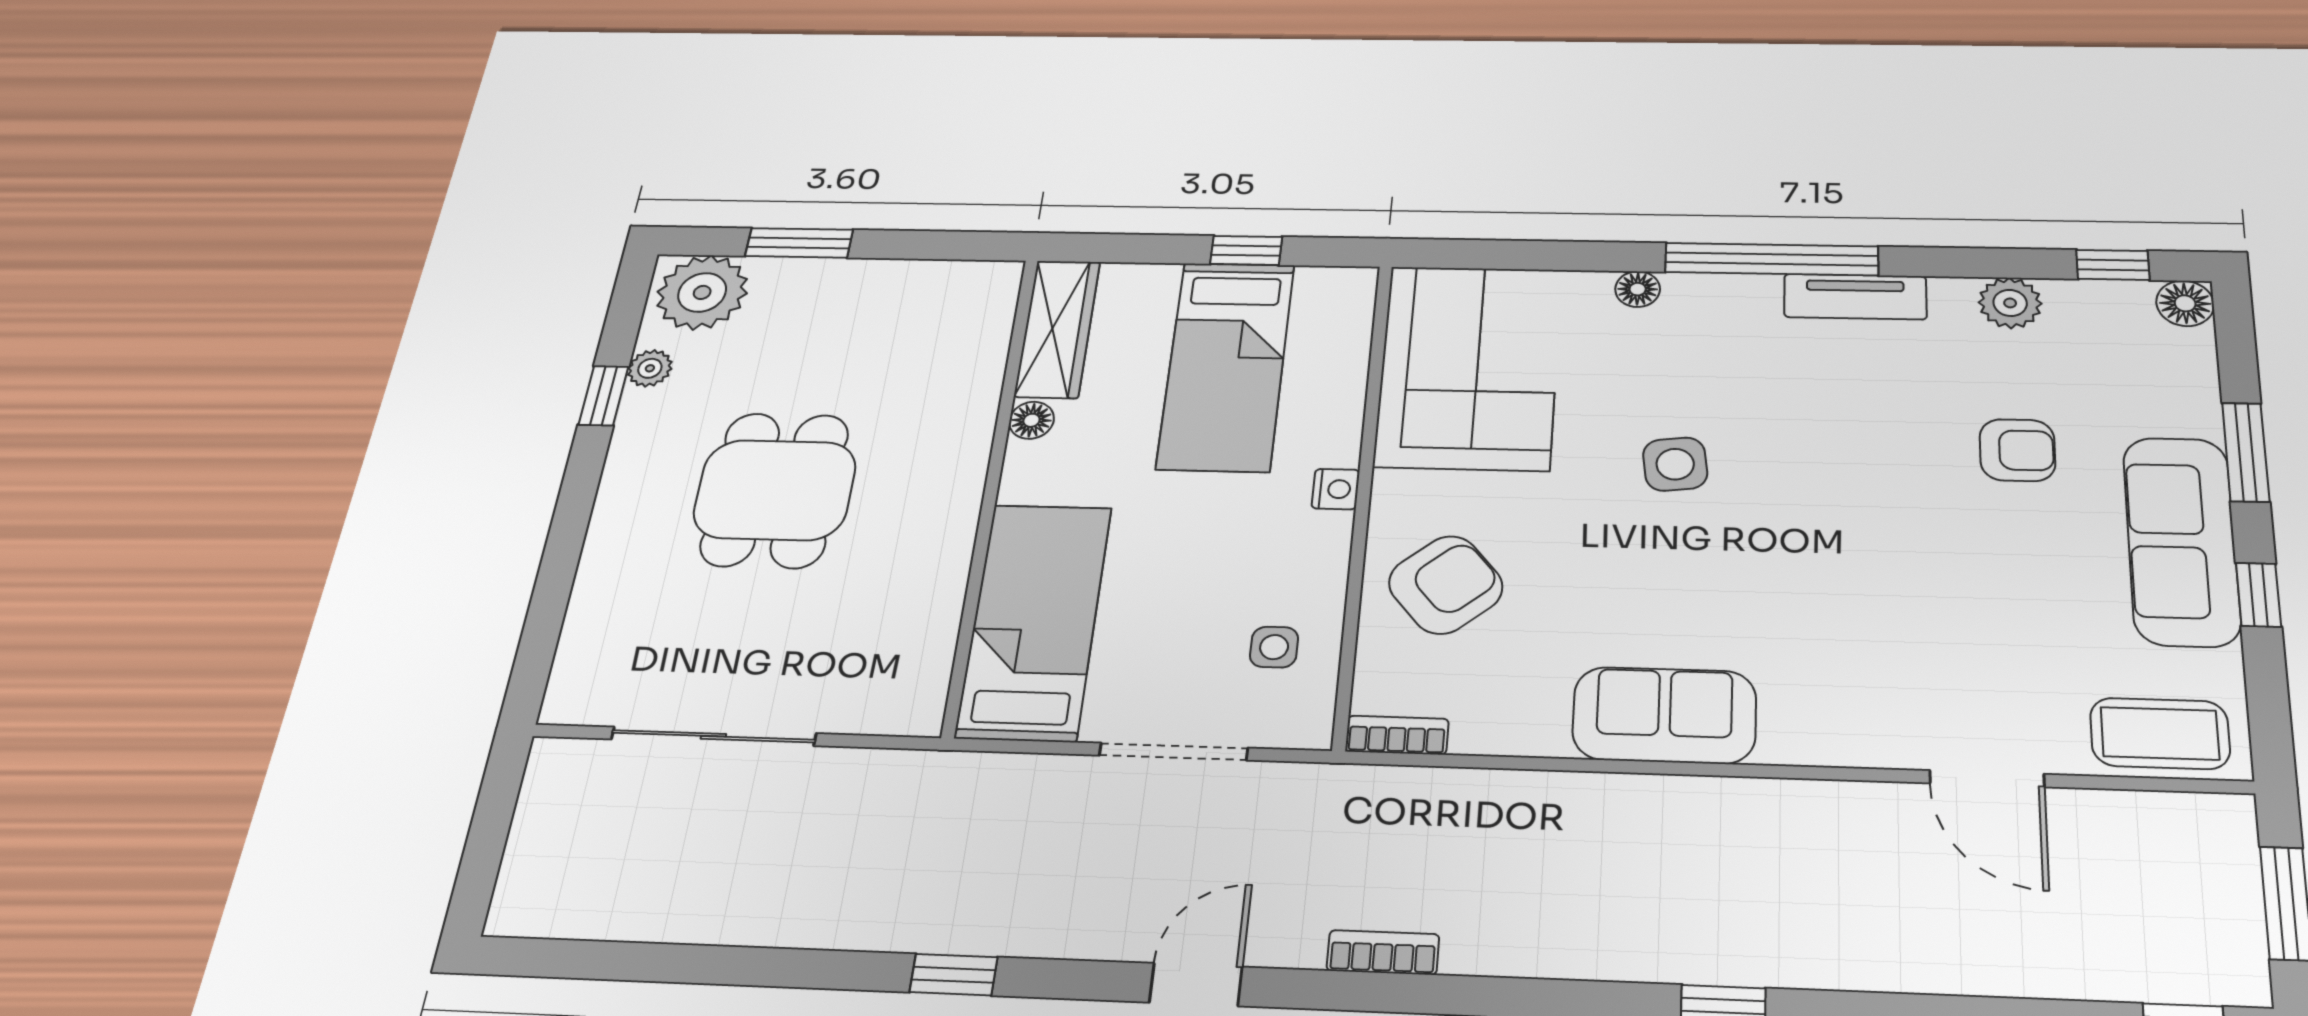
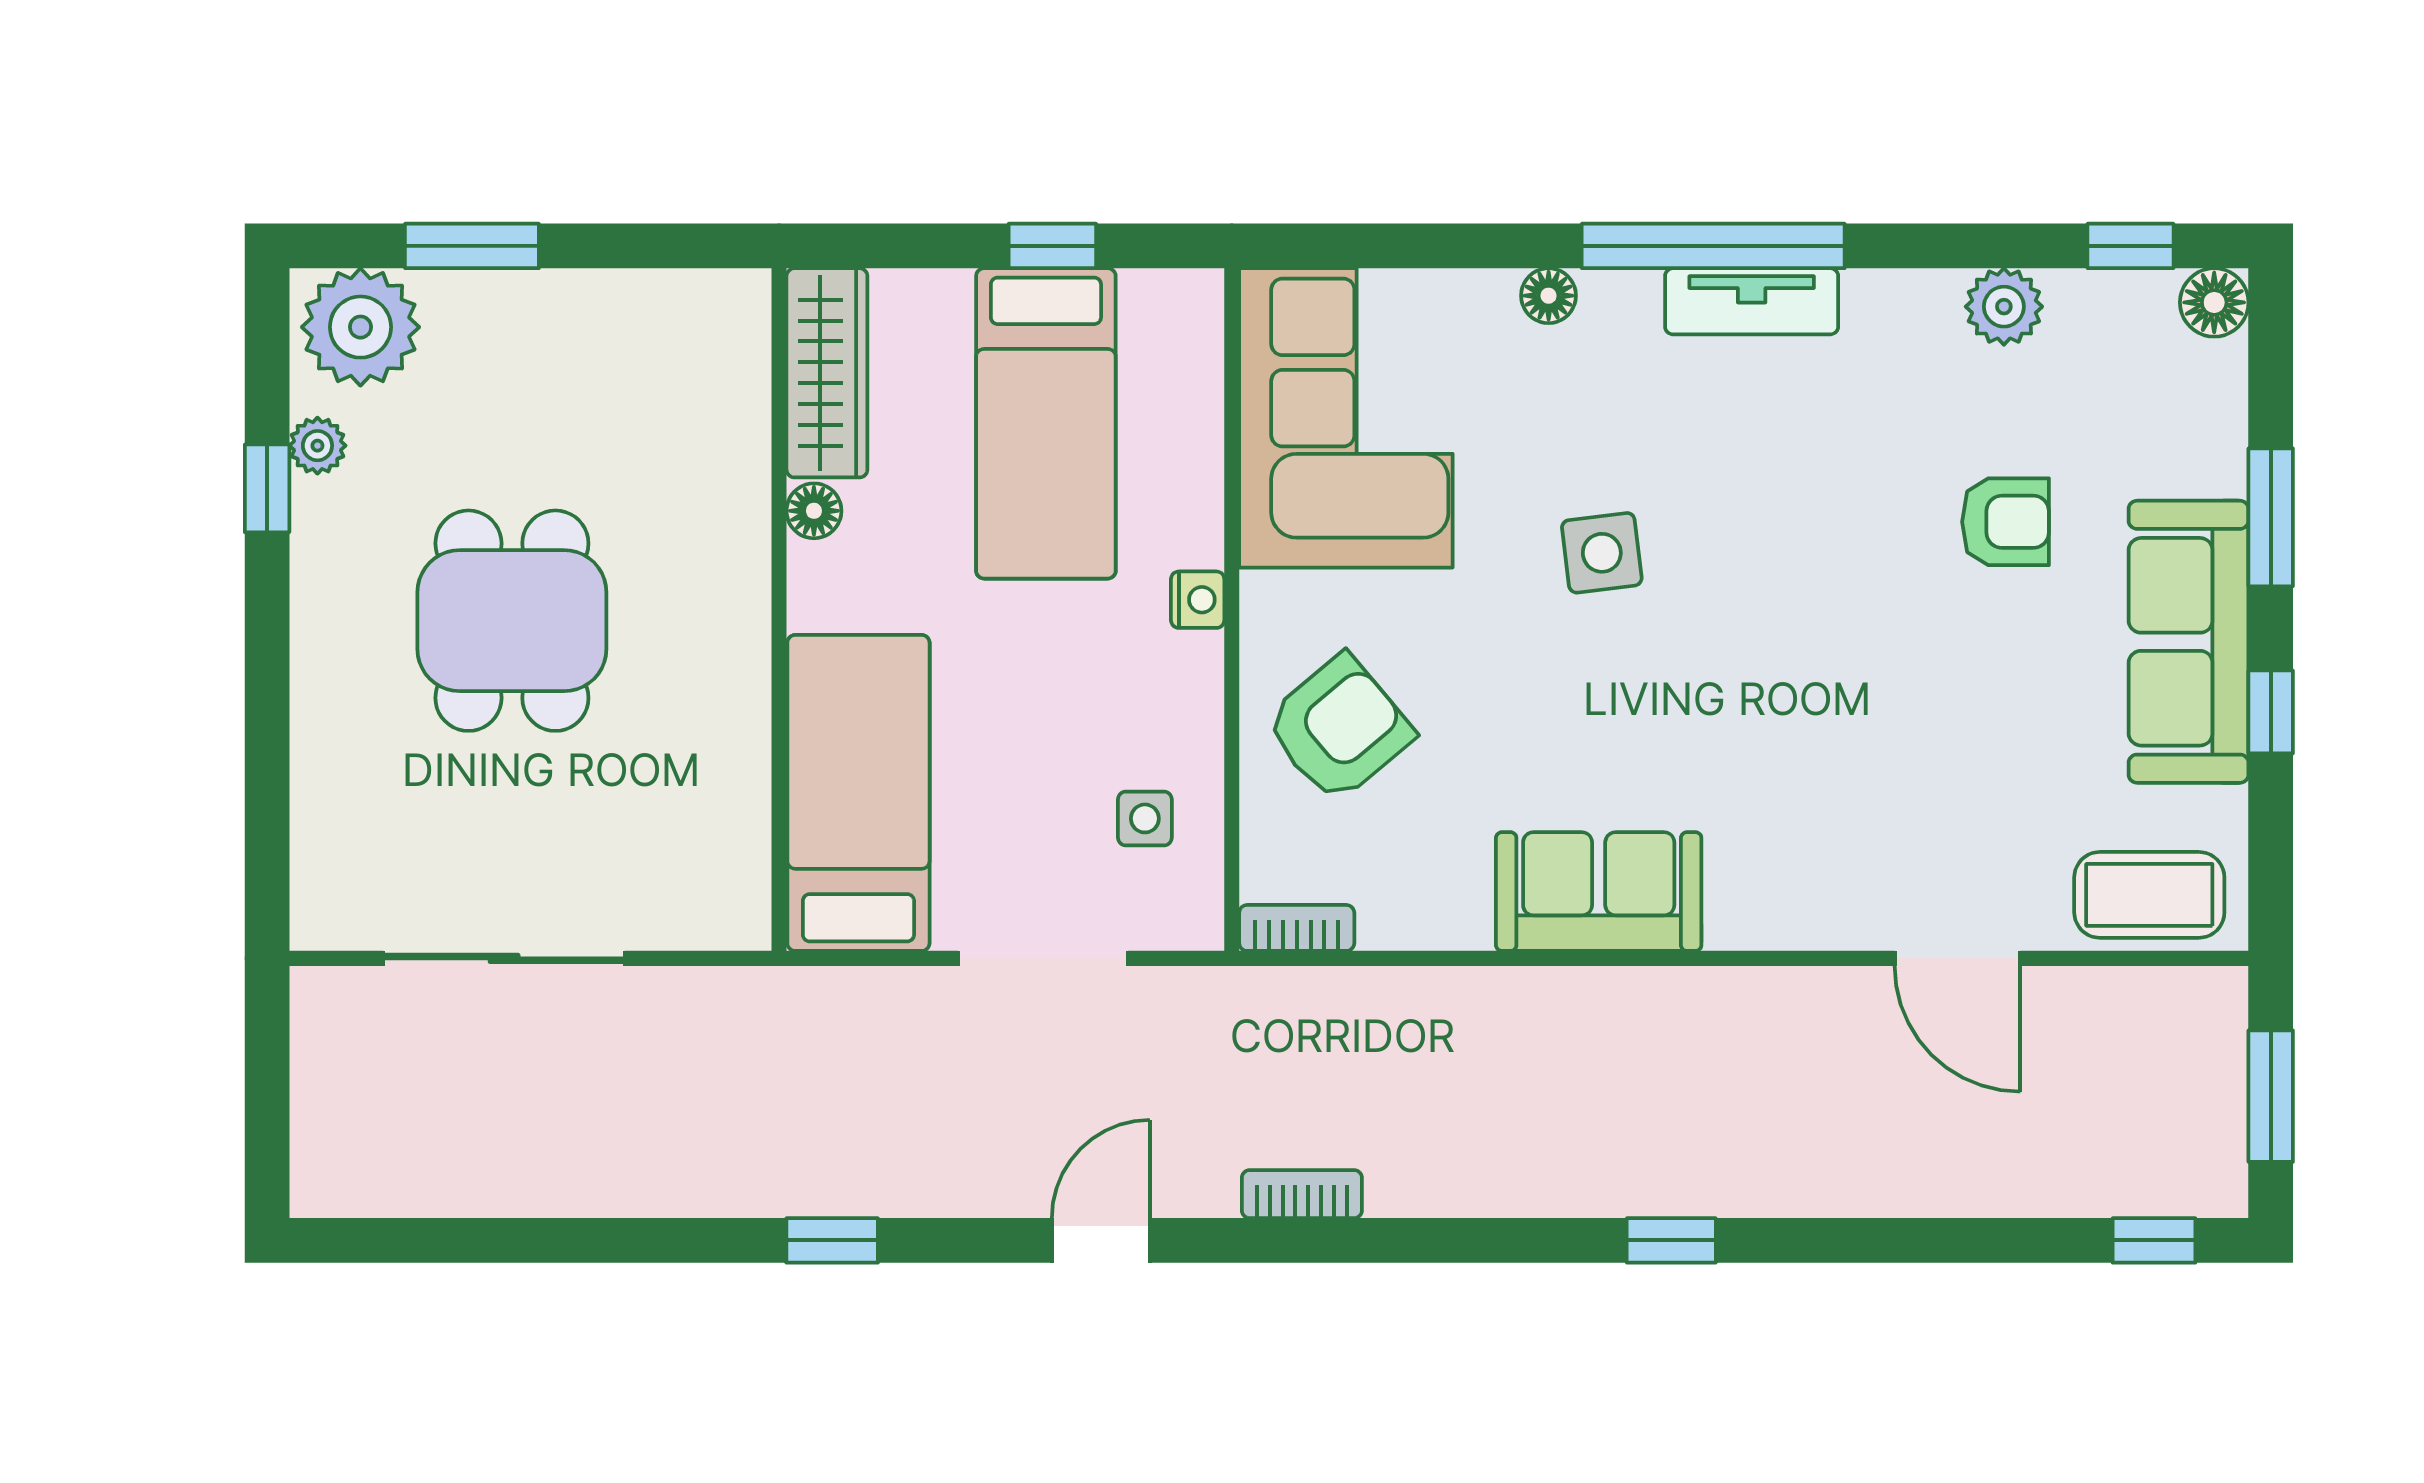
tv unit: (1855, 297) -> (1752, 301), moved

